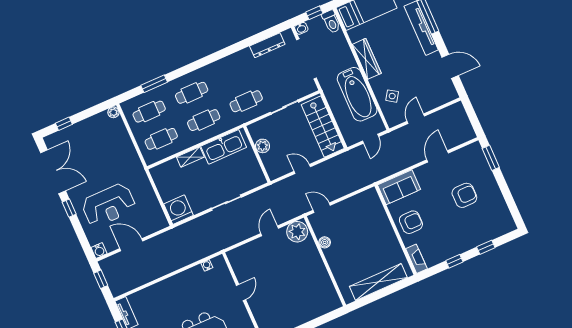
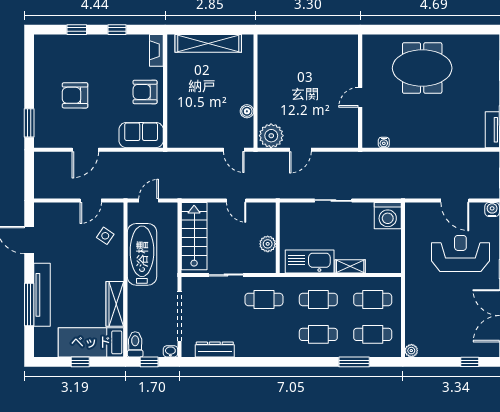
wardrobe: (367, 59) -> (115, 304), moved

